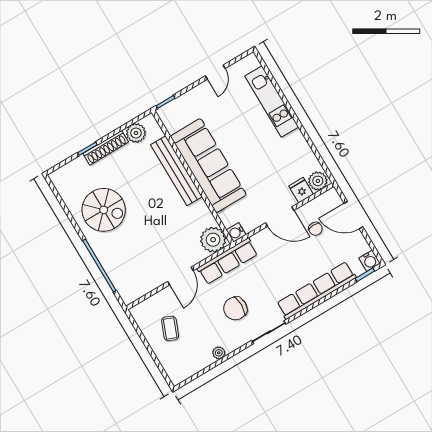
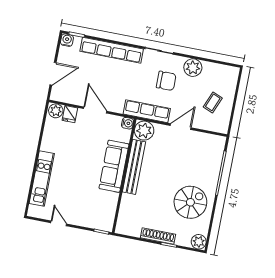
door: (215, 72) -> (59, 223), hinge flipped
plant: (136, 133) -> (199, 242), moved
sofa: (208, 166) -> (114, 166), width x0.74, depth x0.79
bench: (176, 171) -> (134, 167), moved
spiral stairs: (104, 210) -> (190, 202), turned 90
door: (353, 215) -> (53, 74), hinge flipped
chair: (315, 229) -> (81, 85), removed
plant: (219, 353) -> (193, 68), width x1.87, depth x1.87

